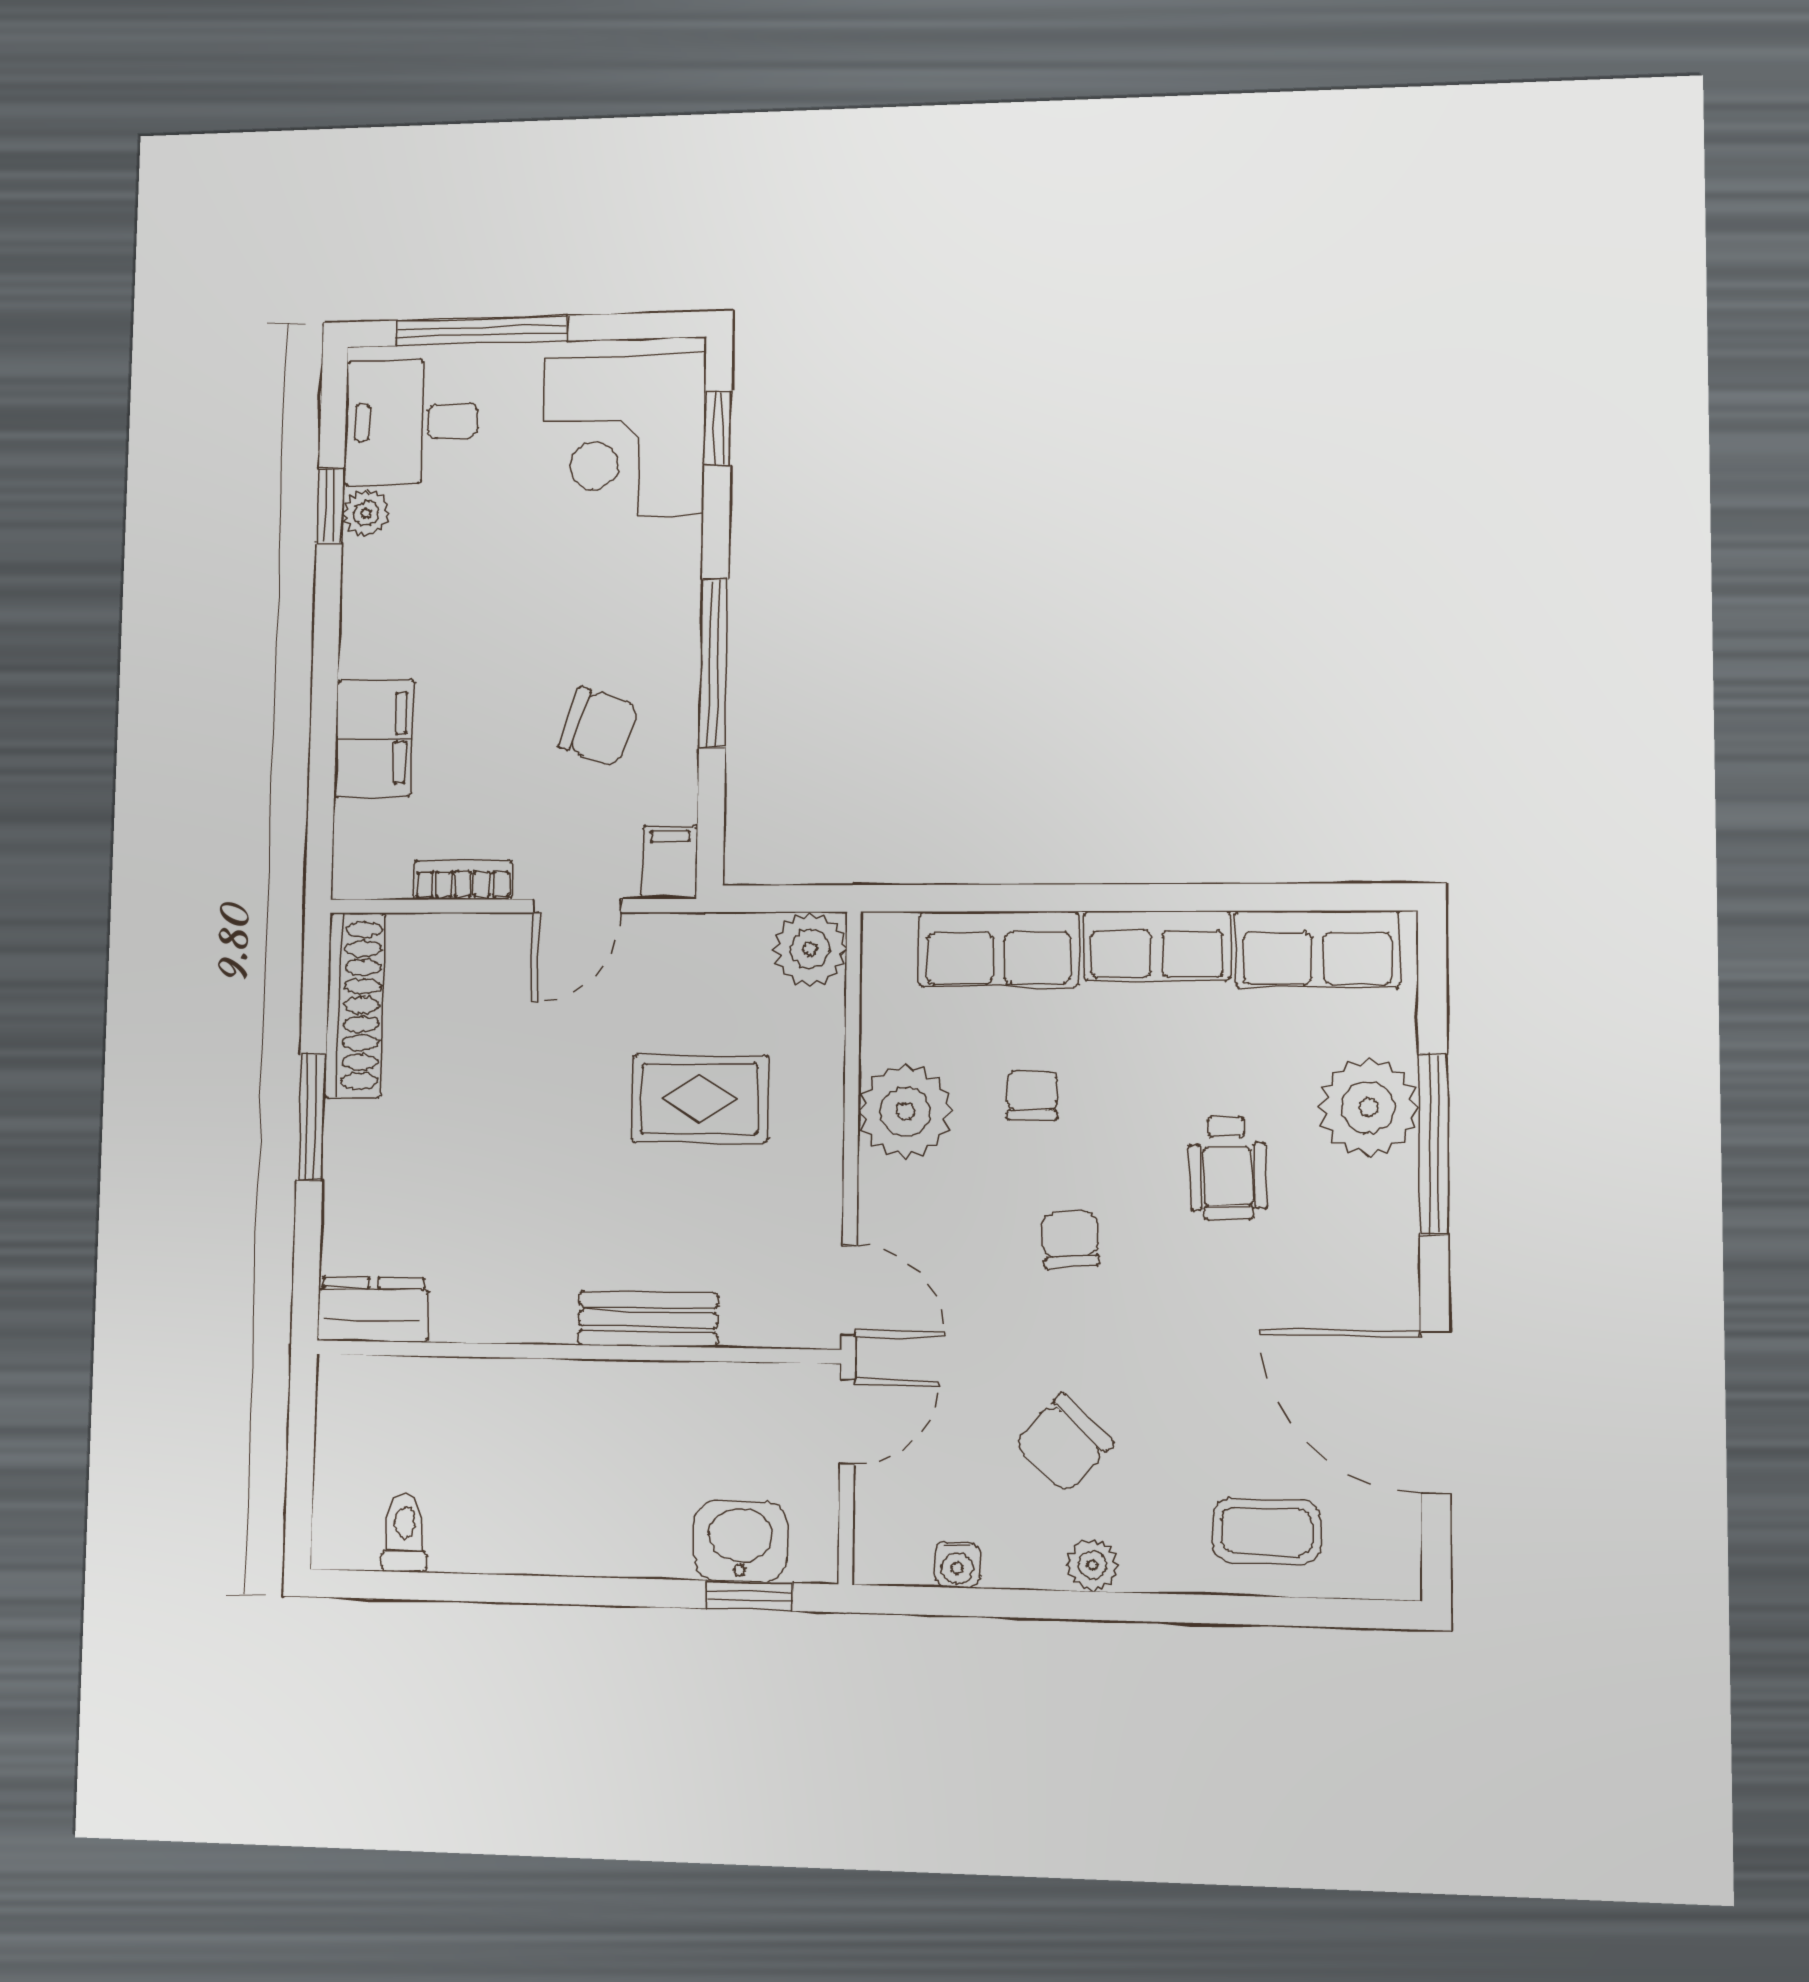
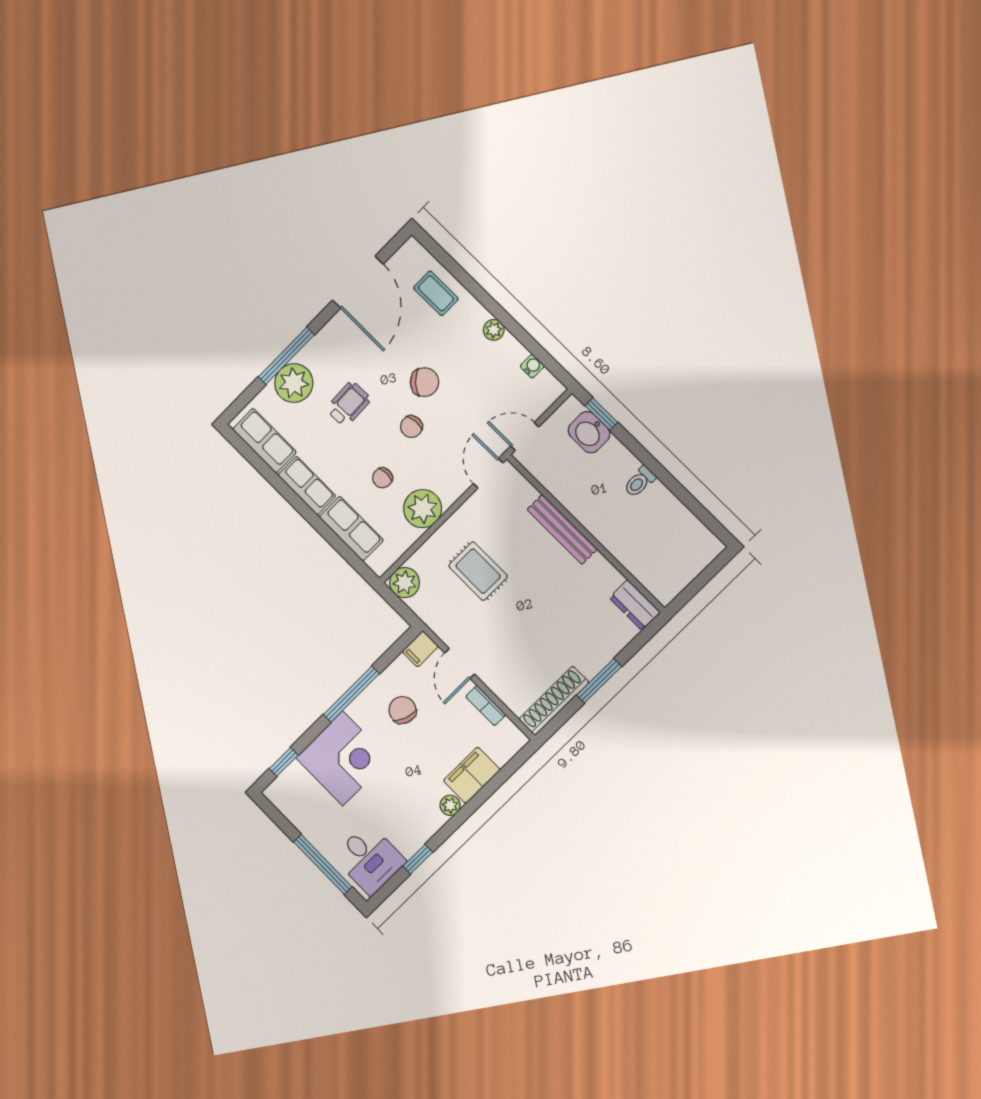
corner desk: (624, 436) -> (343, 758), moved
plant: (366, 513) -> (450, 805), moved
door: (577, 906) -> (460, 664), swing flipped
bench: (648, 1319) -> (562, 529), width x1.36
chair: (1064, 1443) -> (425, 382), moved
toilet: (405, 1534) -> (640, 482), moved

